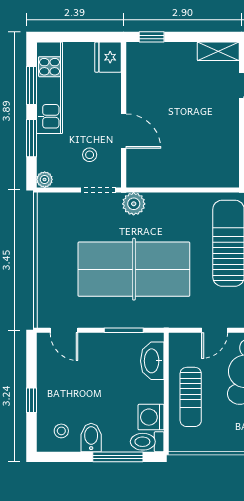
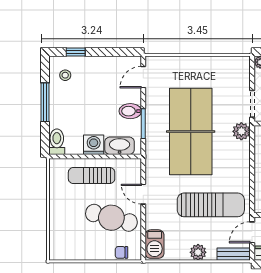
window: (31, 400) -> (76, 52), moved
washing machine: (151, 417) -> (94, 145), moved
bidet: (91, 437) -> (130, 111), moved, turned 180
window: (118, 457) -> (45, 102), moved

